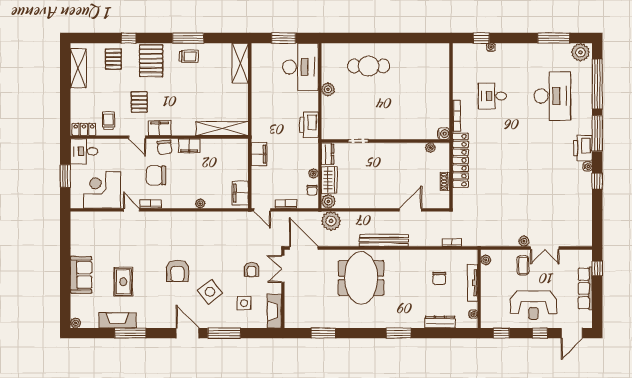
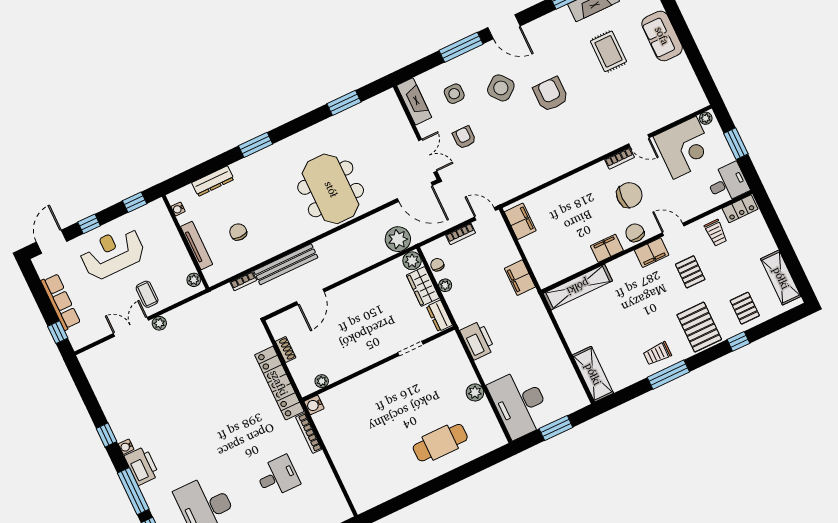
plant: (200, 203) -> (706, 118), moved
bench: (384, 240) -> (286, 264), moved

